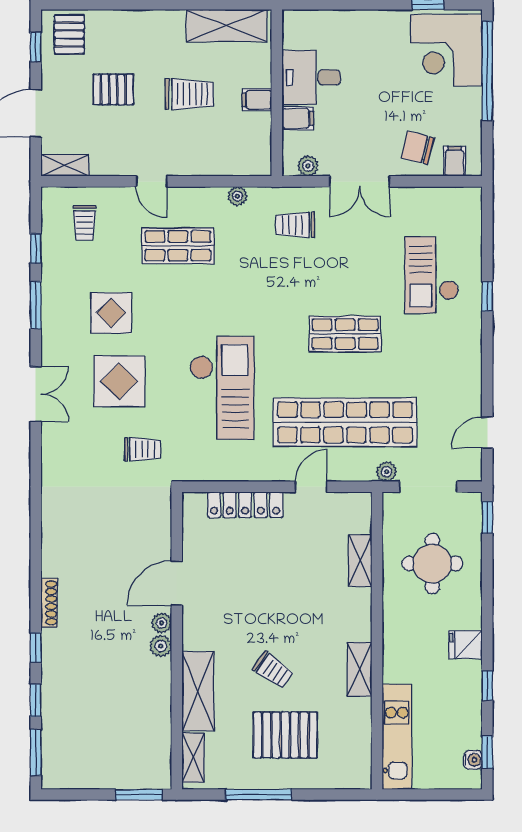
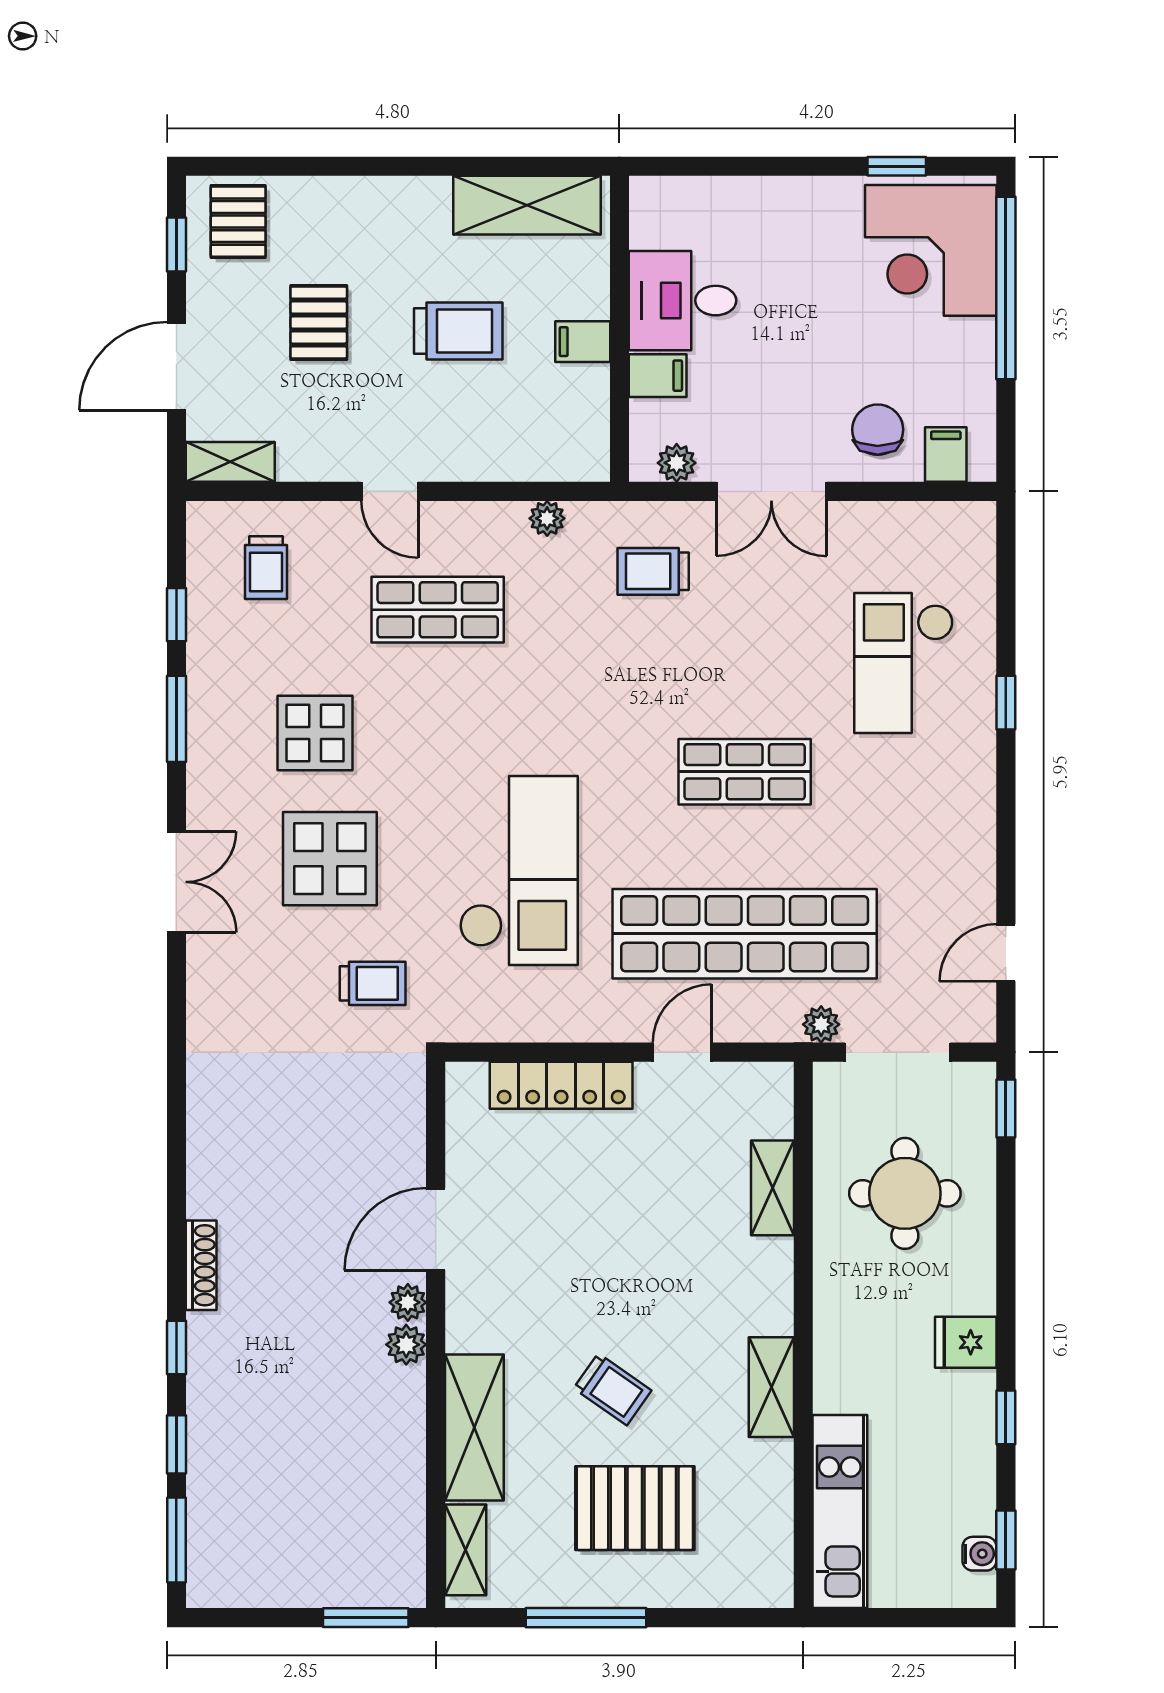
pallet: (113, 89) -> (319, 322), turned 90
chair: (417, 148) -> (878, 430), turned 76

